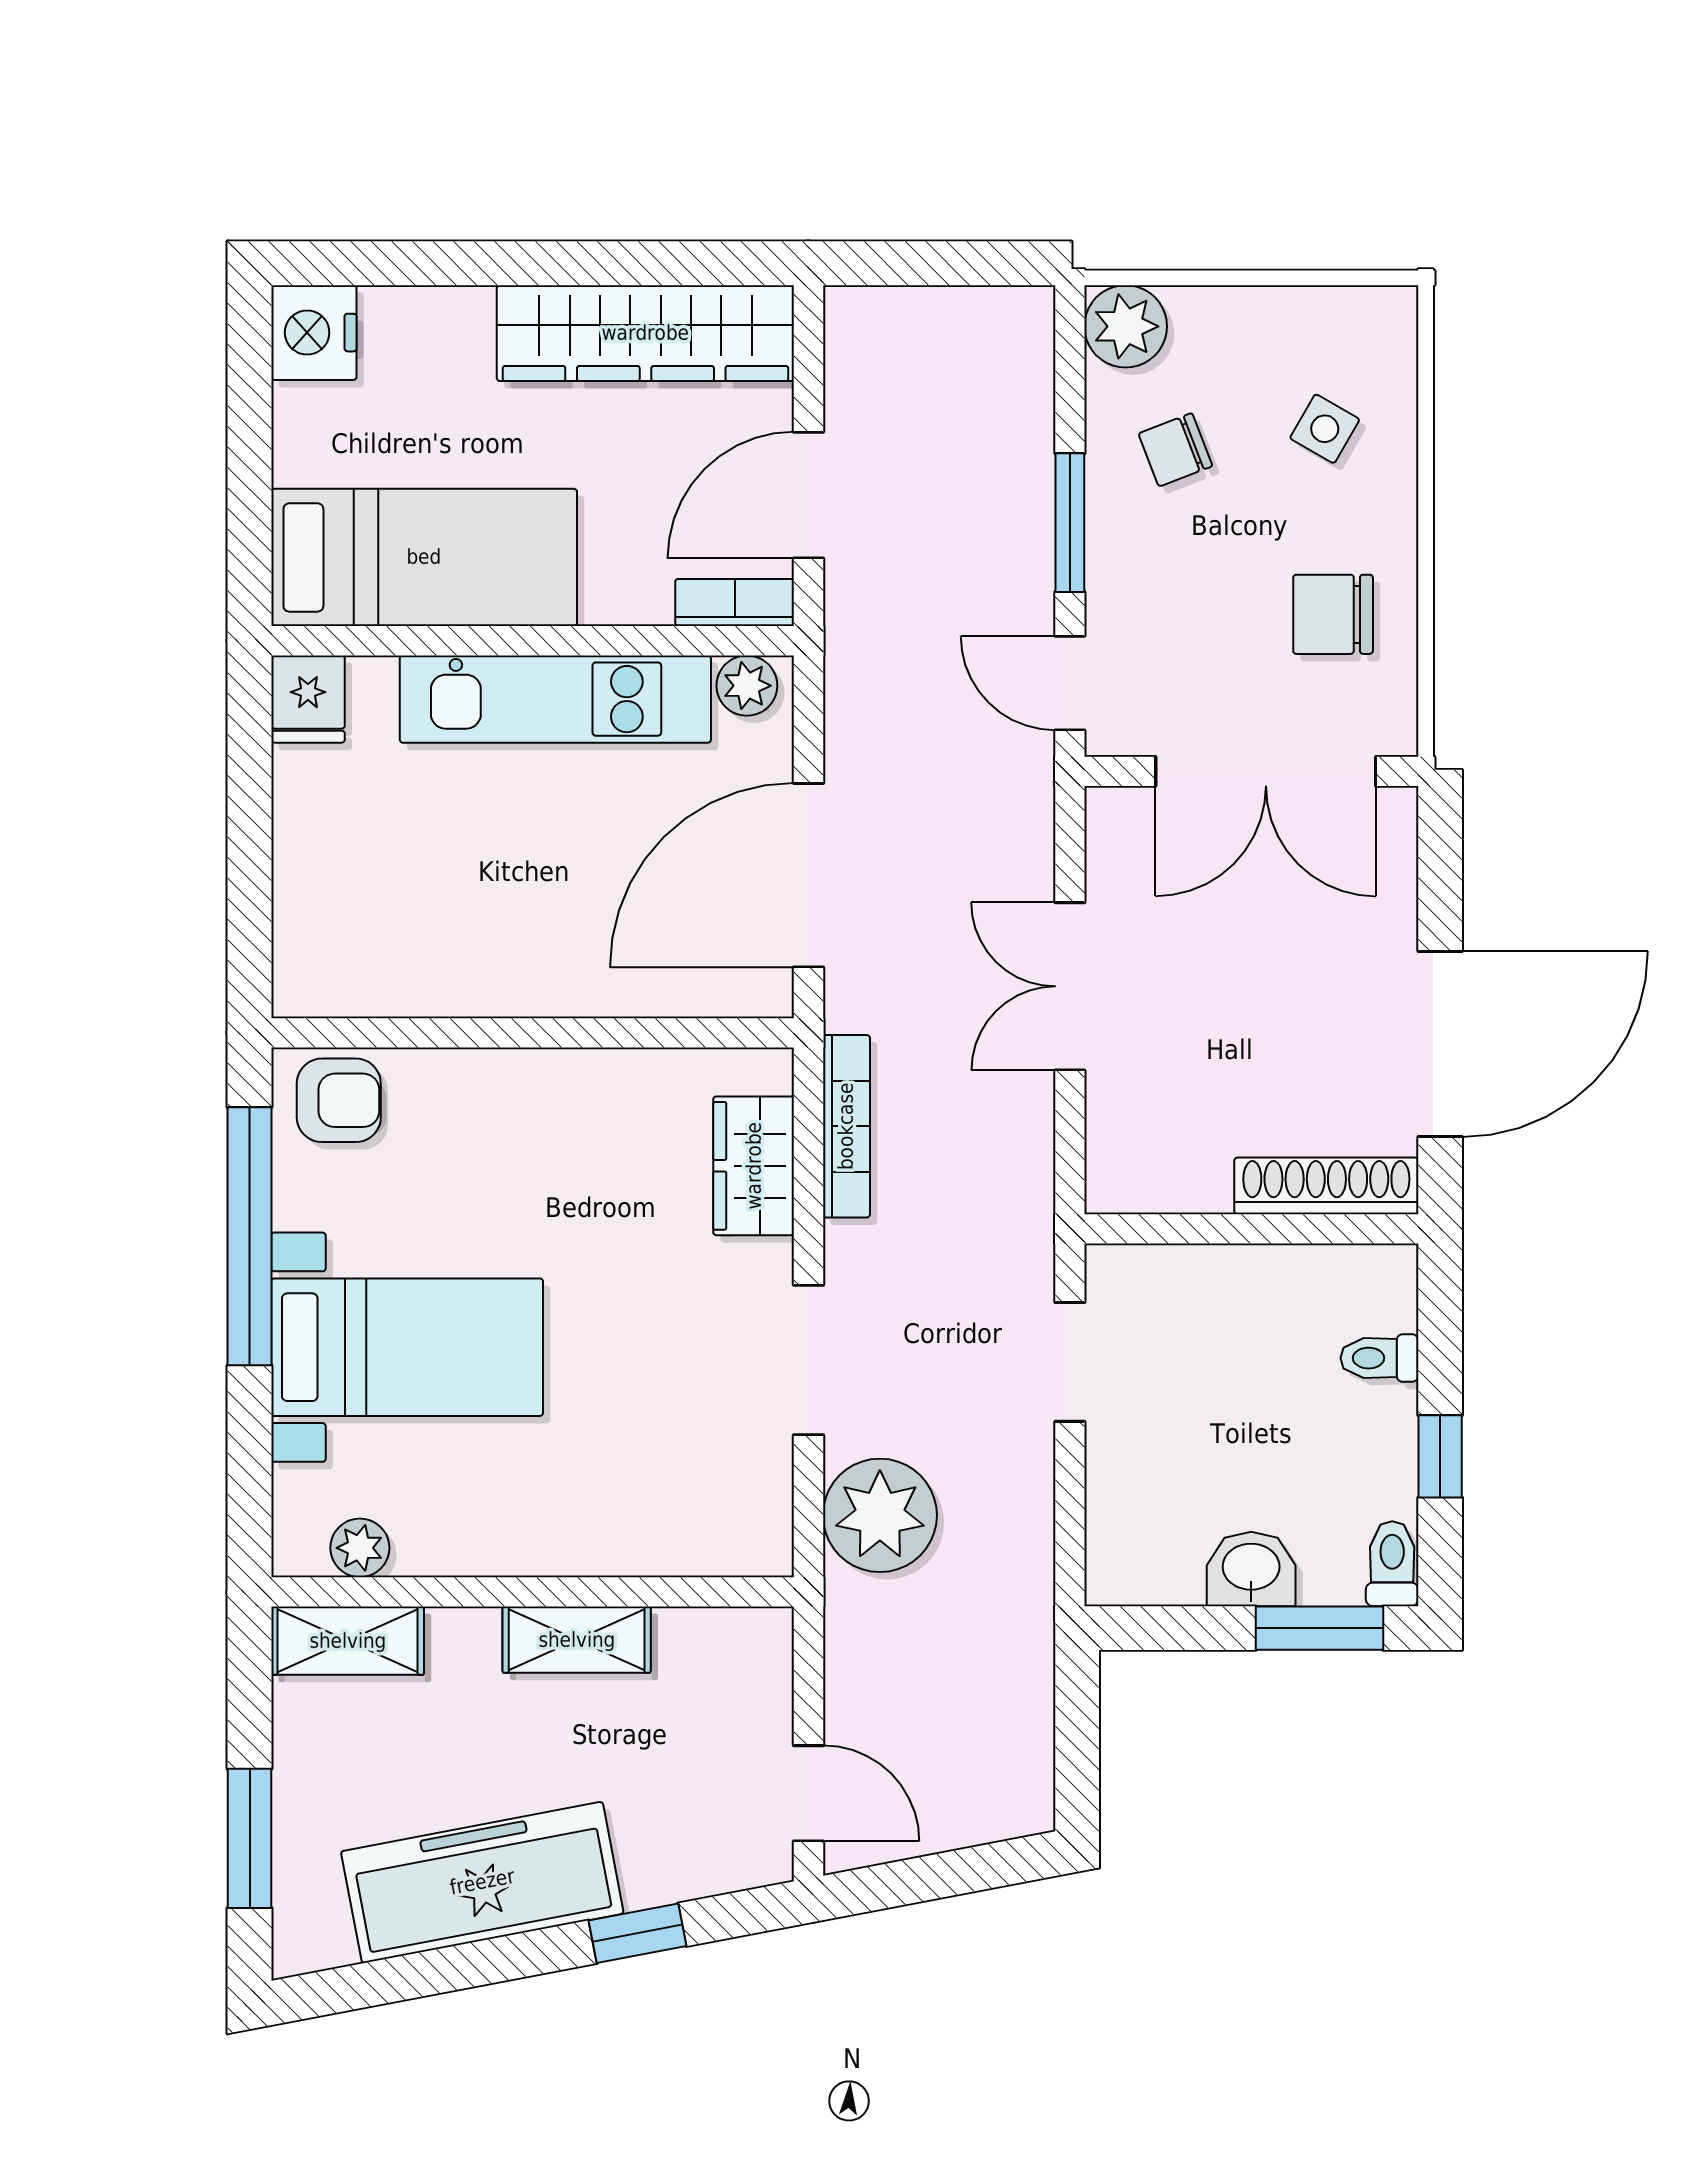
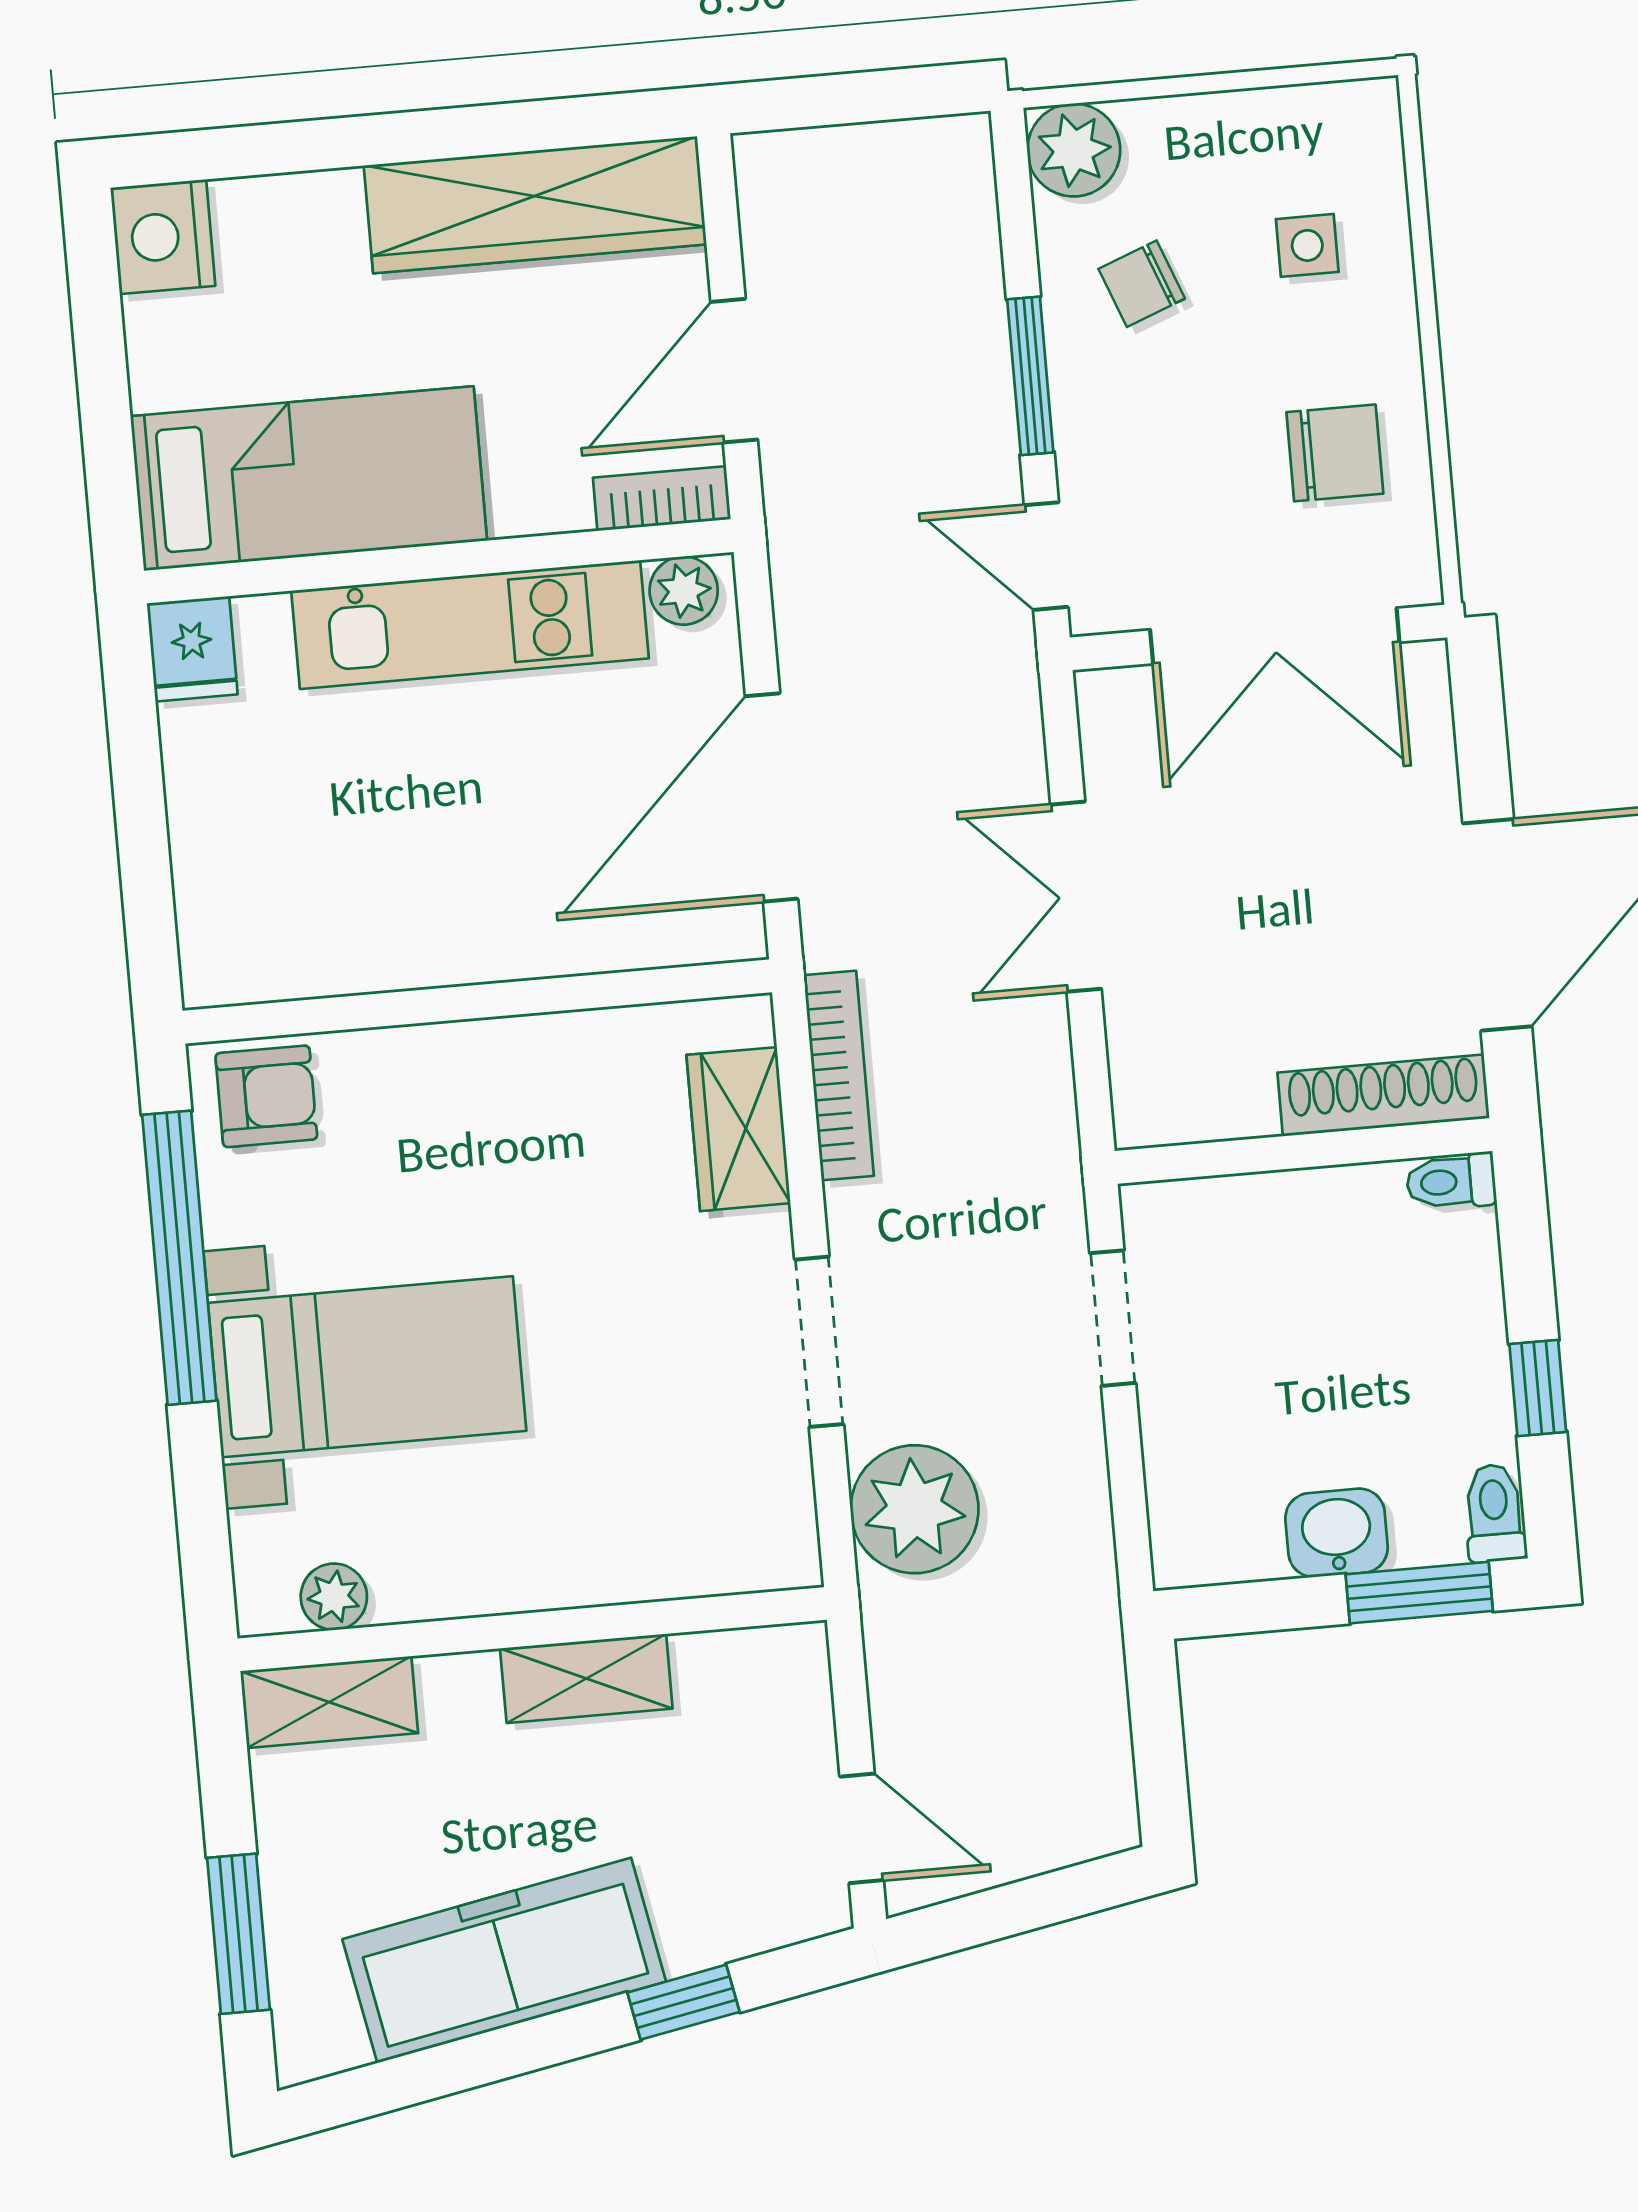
side table: (1325, 429) -> (1307, 245), turned -30
chair: (1333, 614) -> (1335, 453), turned 180
toilet: (1379, 1358) -> (1451, 1182), moved

